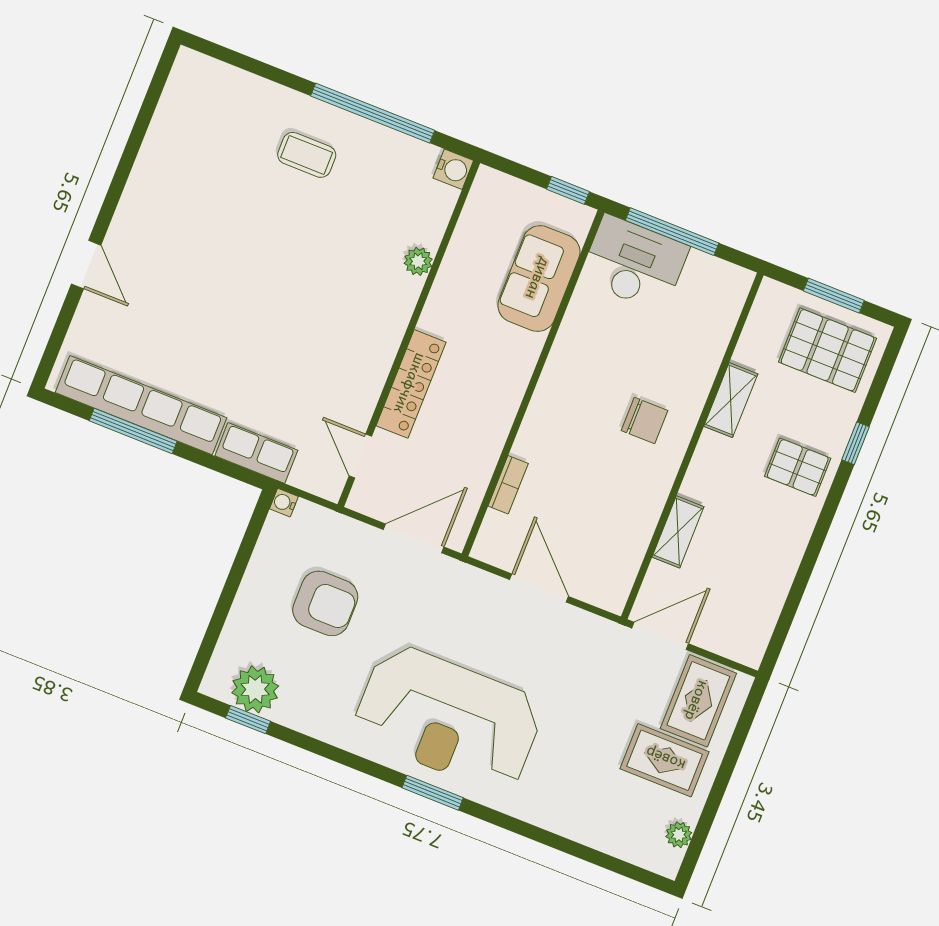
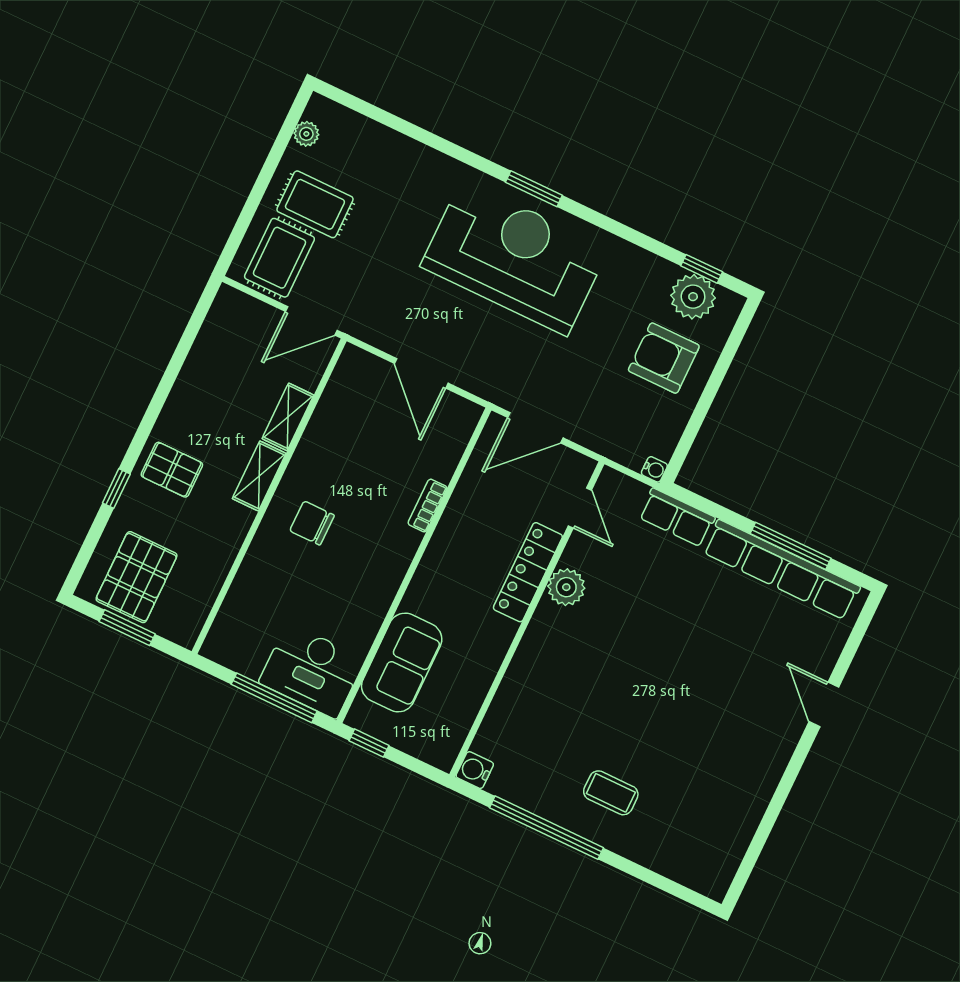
plant: (418, 261) -> (566, 587), moved, width x1.38, depth x1.38
pallet: (828, 350) -> (137, 577), turned 90
shelving: (731, 400) -> (259, 476), moved
bookcase: (508, 485) -> (428, 506), moved
armchair: (325, 603) -> (664, 358), moved

